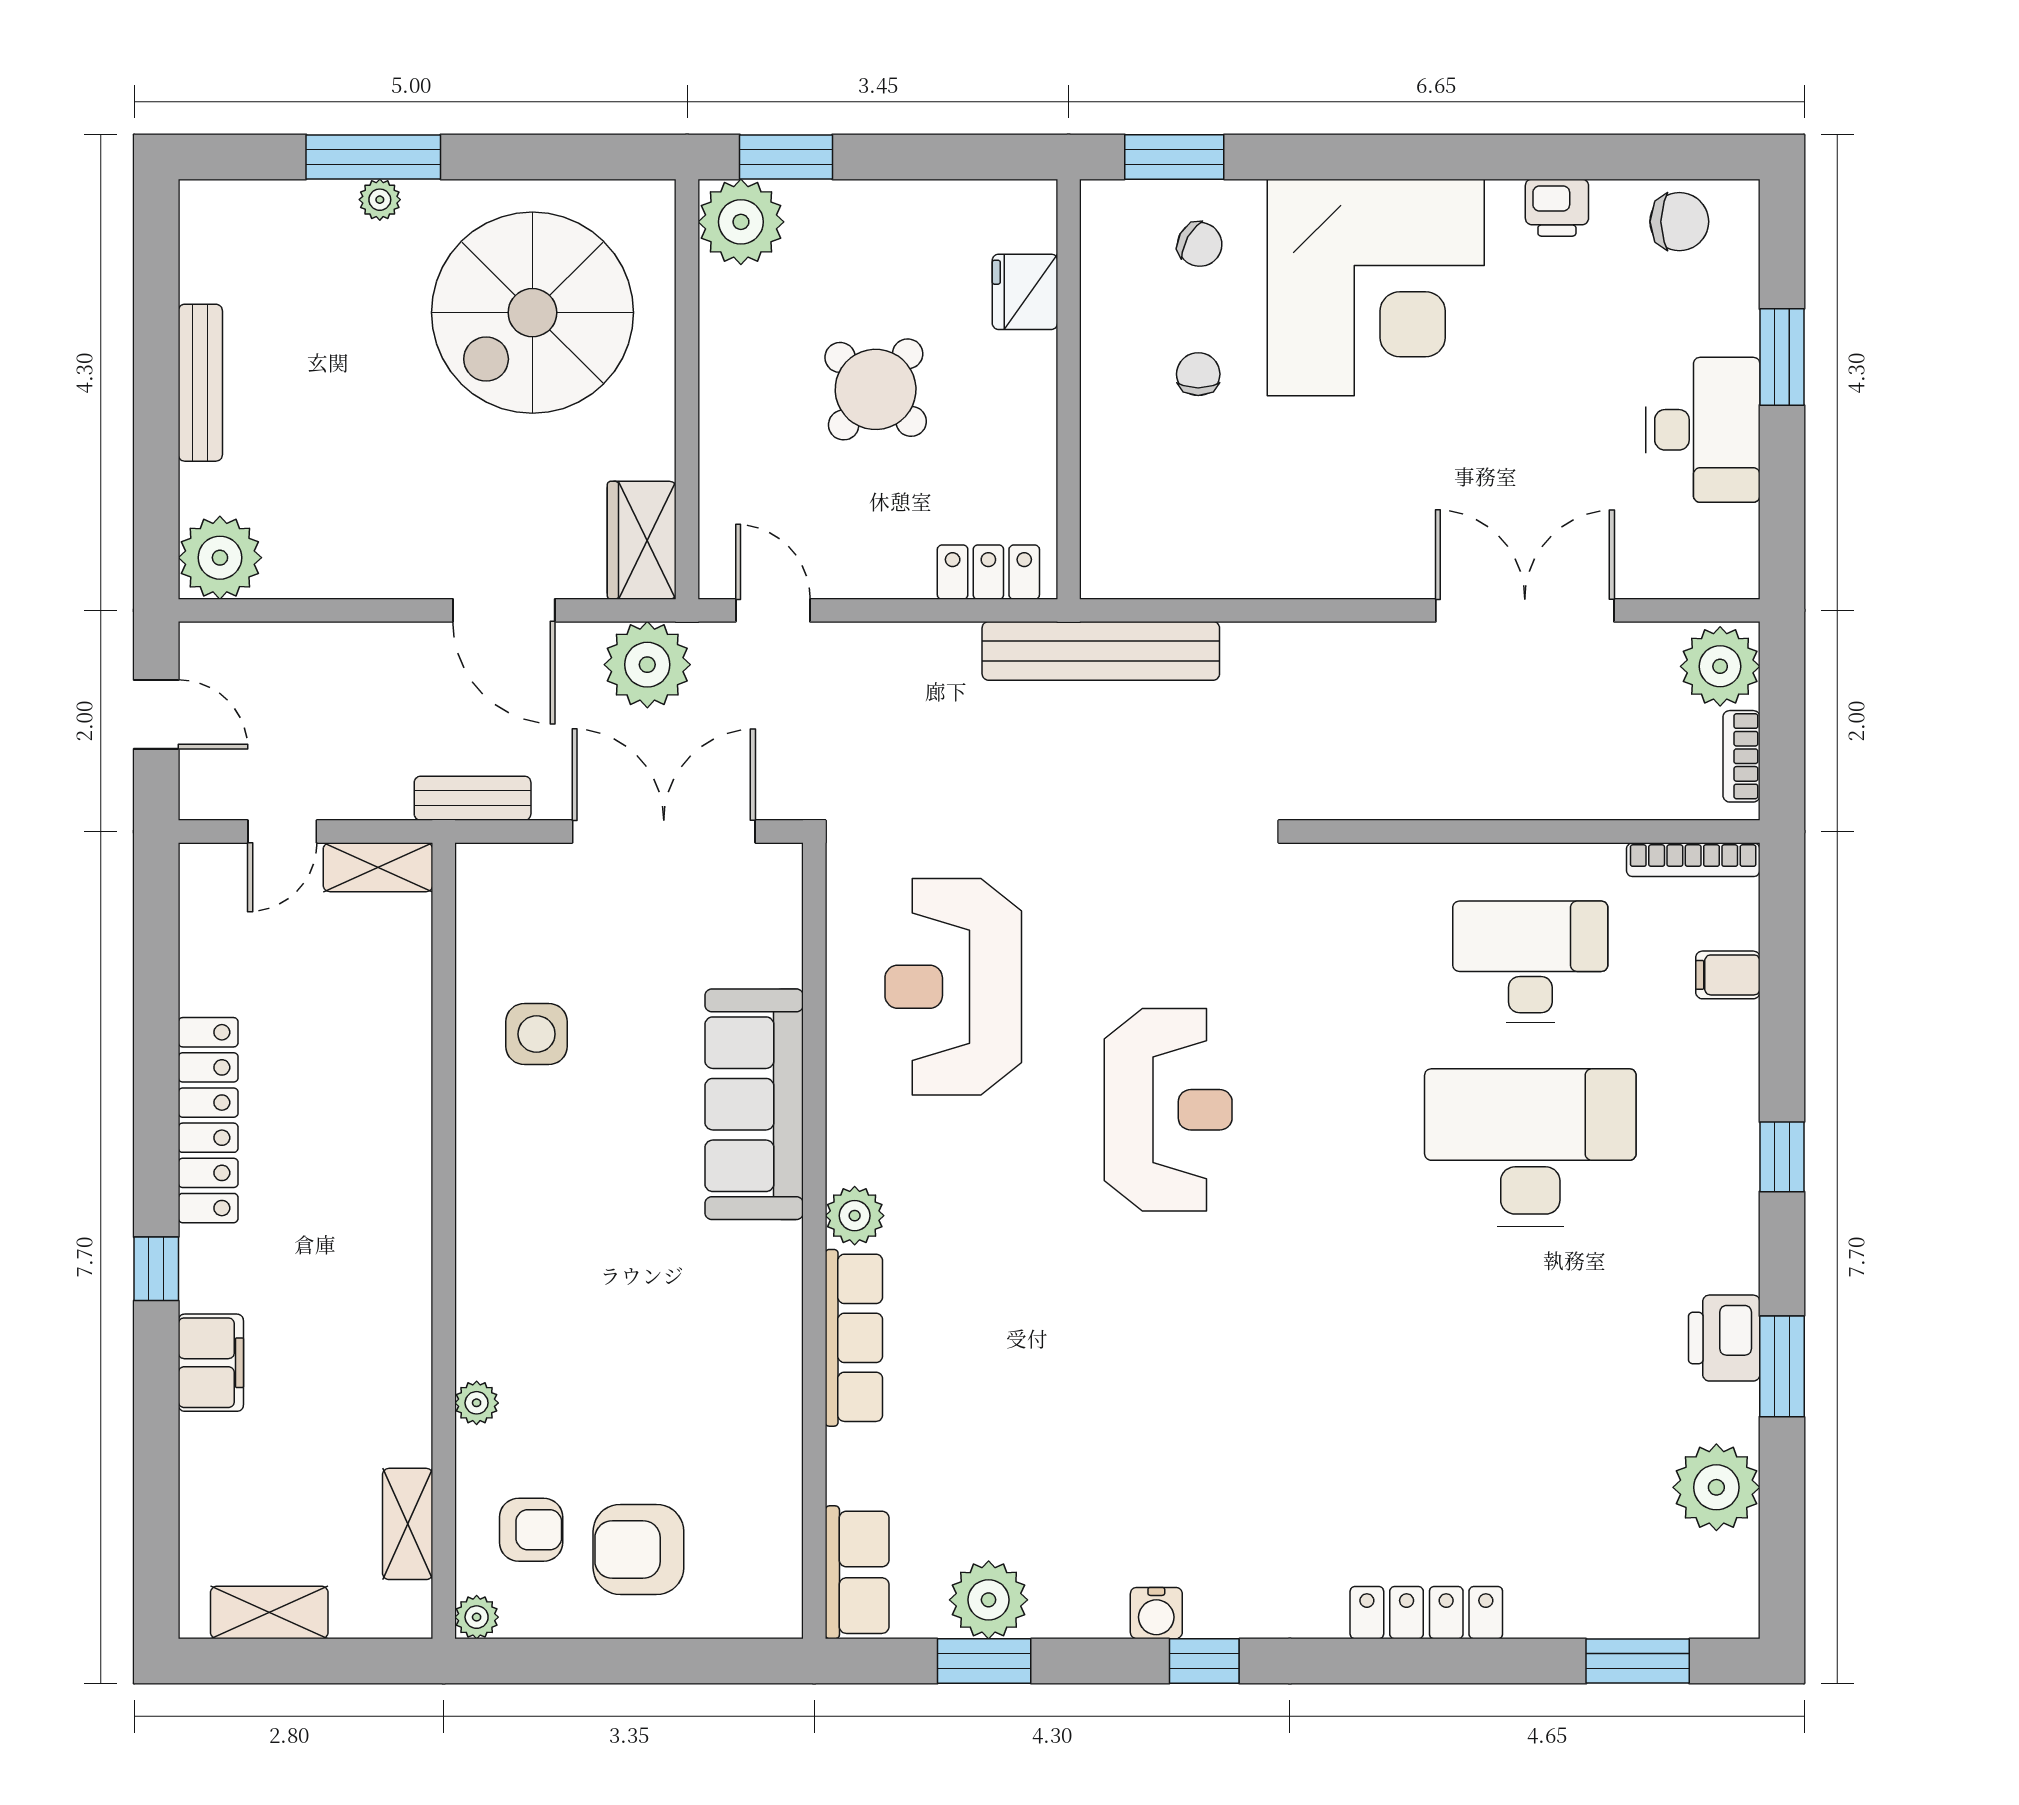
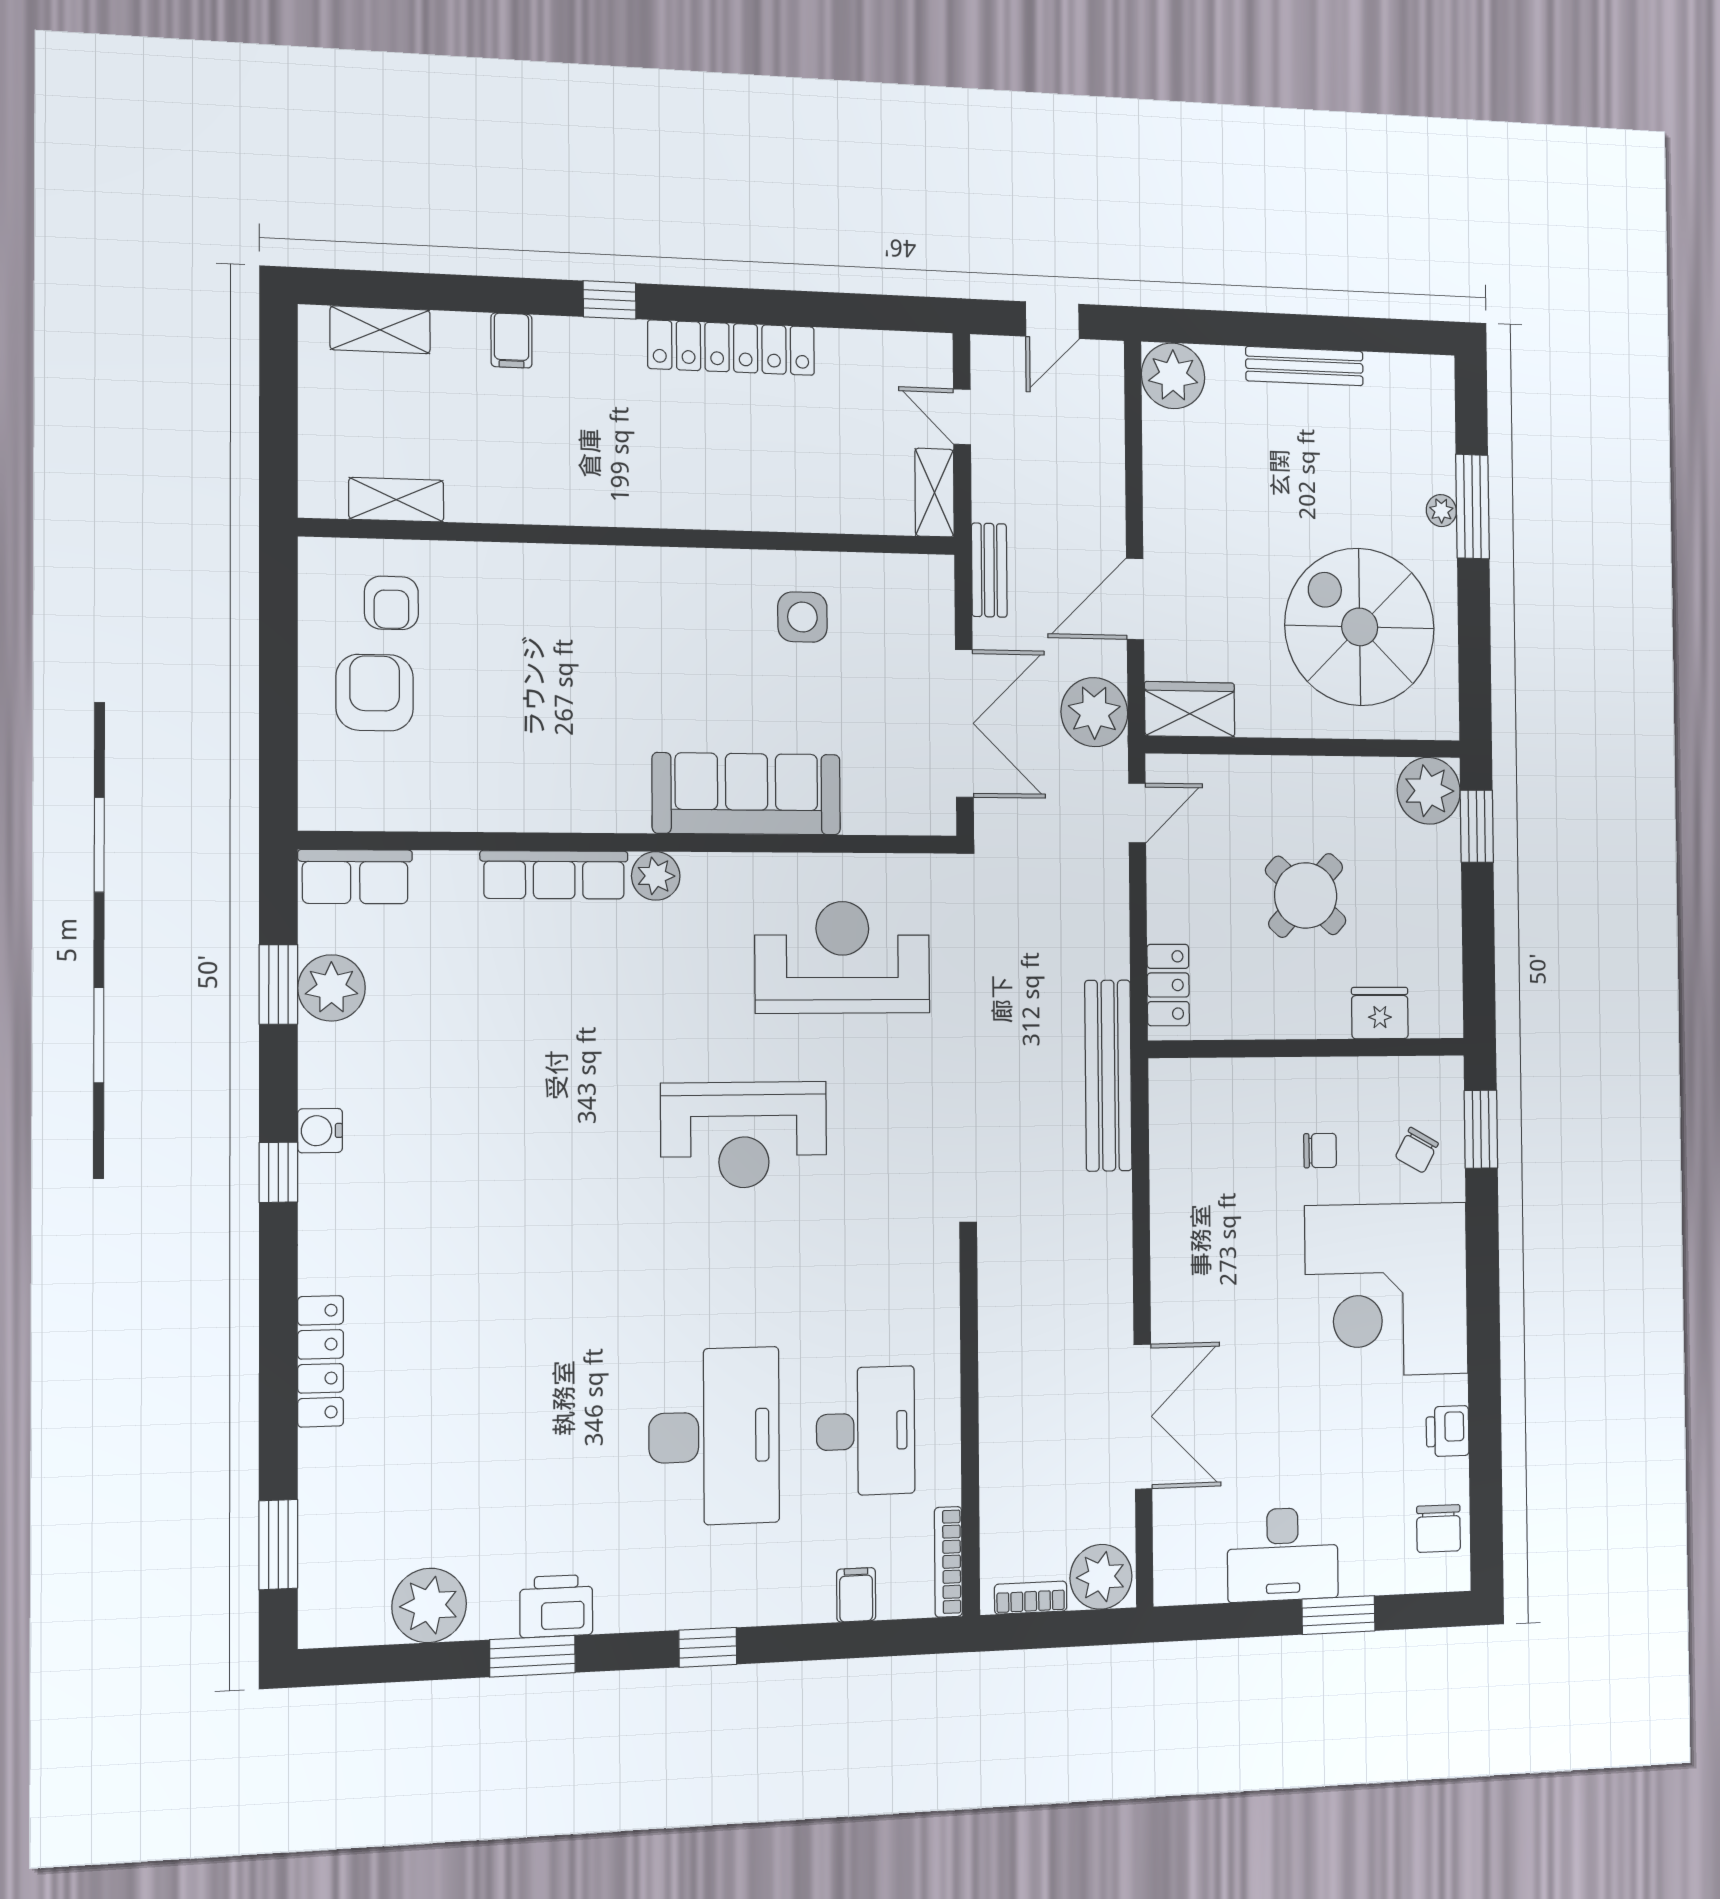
filing cabinet: (211, 1363) -> (511, 340), width x0.50
plant: (477, 1403) -> (499, 560), removed
shelving: (269, 1612) -> (380, 330), moved, turned 90
plant: (477, 1617) -> (316, 555), removed

